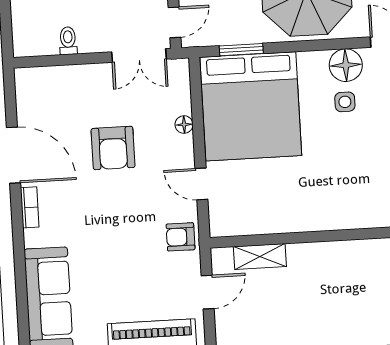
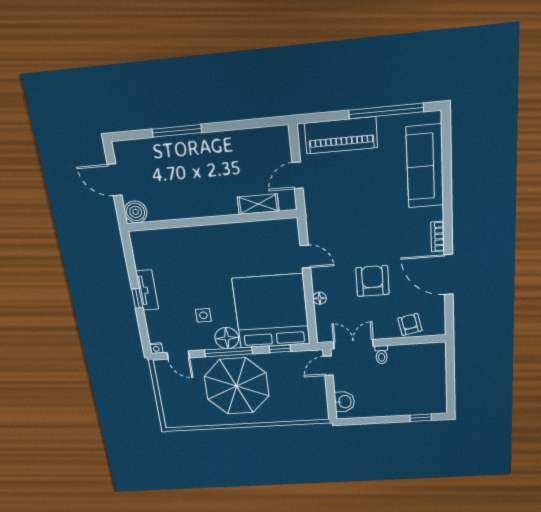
toilet: (68, 41) -> (382, 355), moved
window: (314, 45) -> (228, 352), added
window: (241, 50) -> (280, 349), width x0.67
floor lamp: (346, 65) -> (227, 338), moved
armchair: (181, 237) -> (410, 324), moved, turned -102

